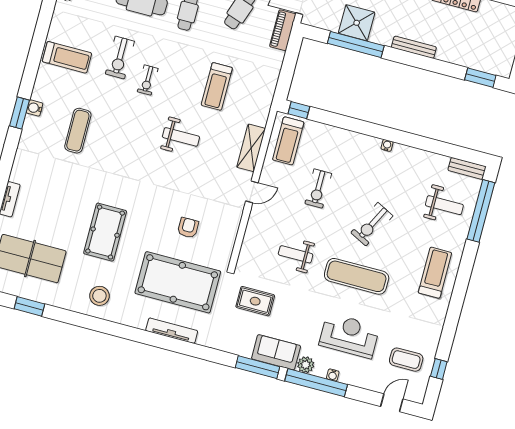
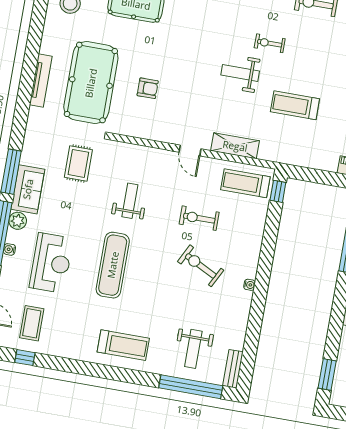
exercise bike: (148, 80) -> (270, 43), moved
weight bench: (181, 137) -> (240, 73), turned 90
exercise bike: (372, 224) -> (201, 266), moved

